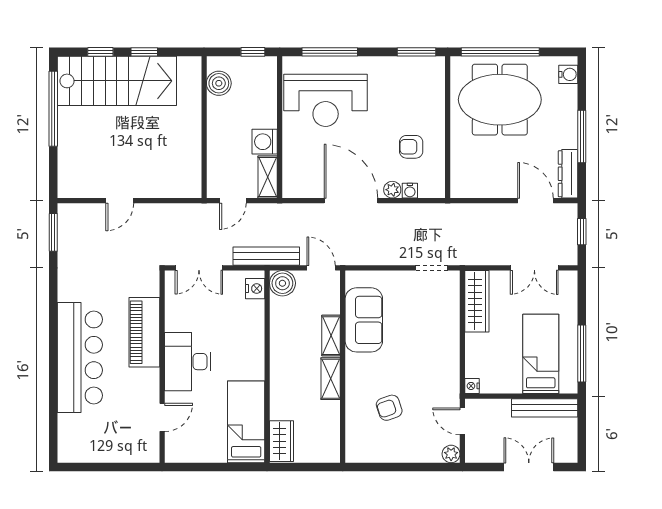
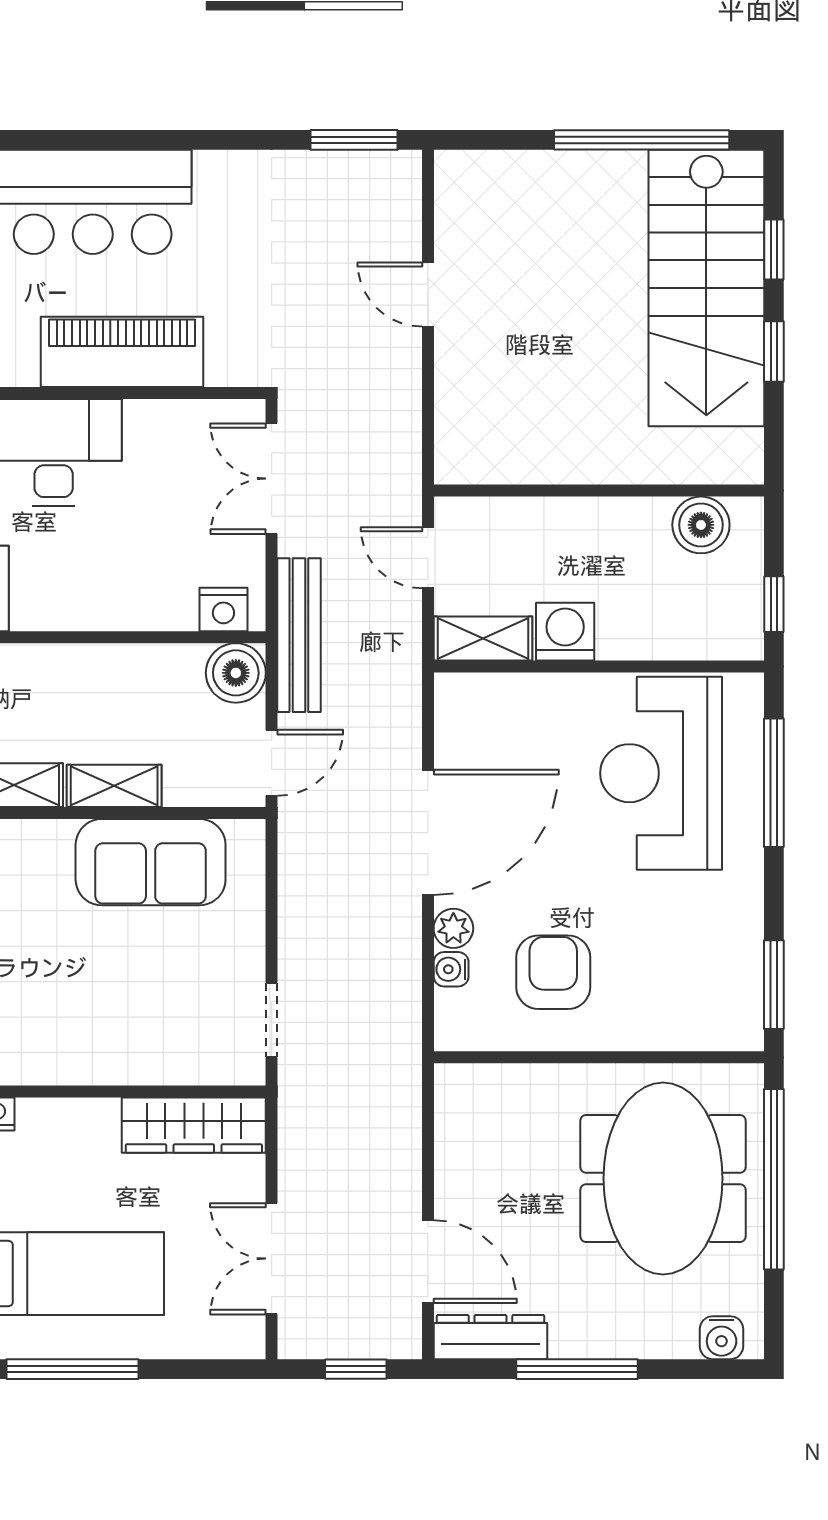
armchair: (411, 147) -> (553, 972), width x1.38, depth x1.38
door: (536, 201) -> (428, 1262), hinge flipped

